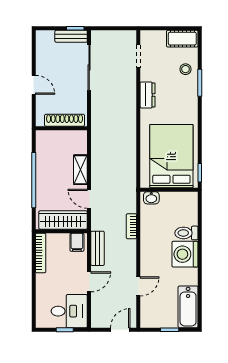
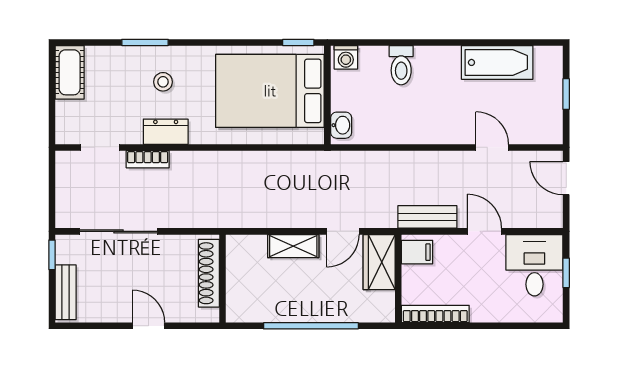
bench: (71, 36) -> (66, 292), moved
stool: (186, 69) -> (163, 82), moved
door: (34, 85) -> (148, 326), hinge flipped
wardrobe: (63, 220) -> (379, 262), width x0.67
bookcase: (131, 226) -> (148, 159), moved
washing machine: (185, 254) -> (346, 57), moved, width x0.53, depth x0.53
bathtub: (188, 307) -> (497, 62), moved

